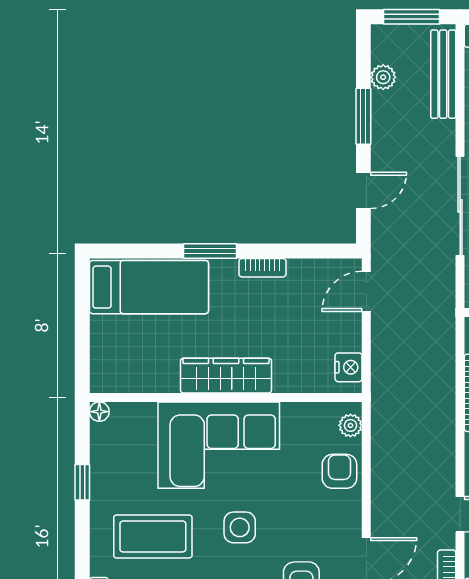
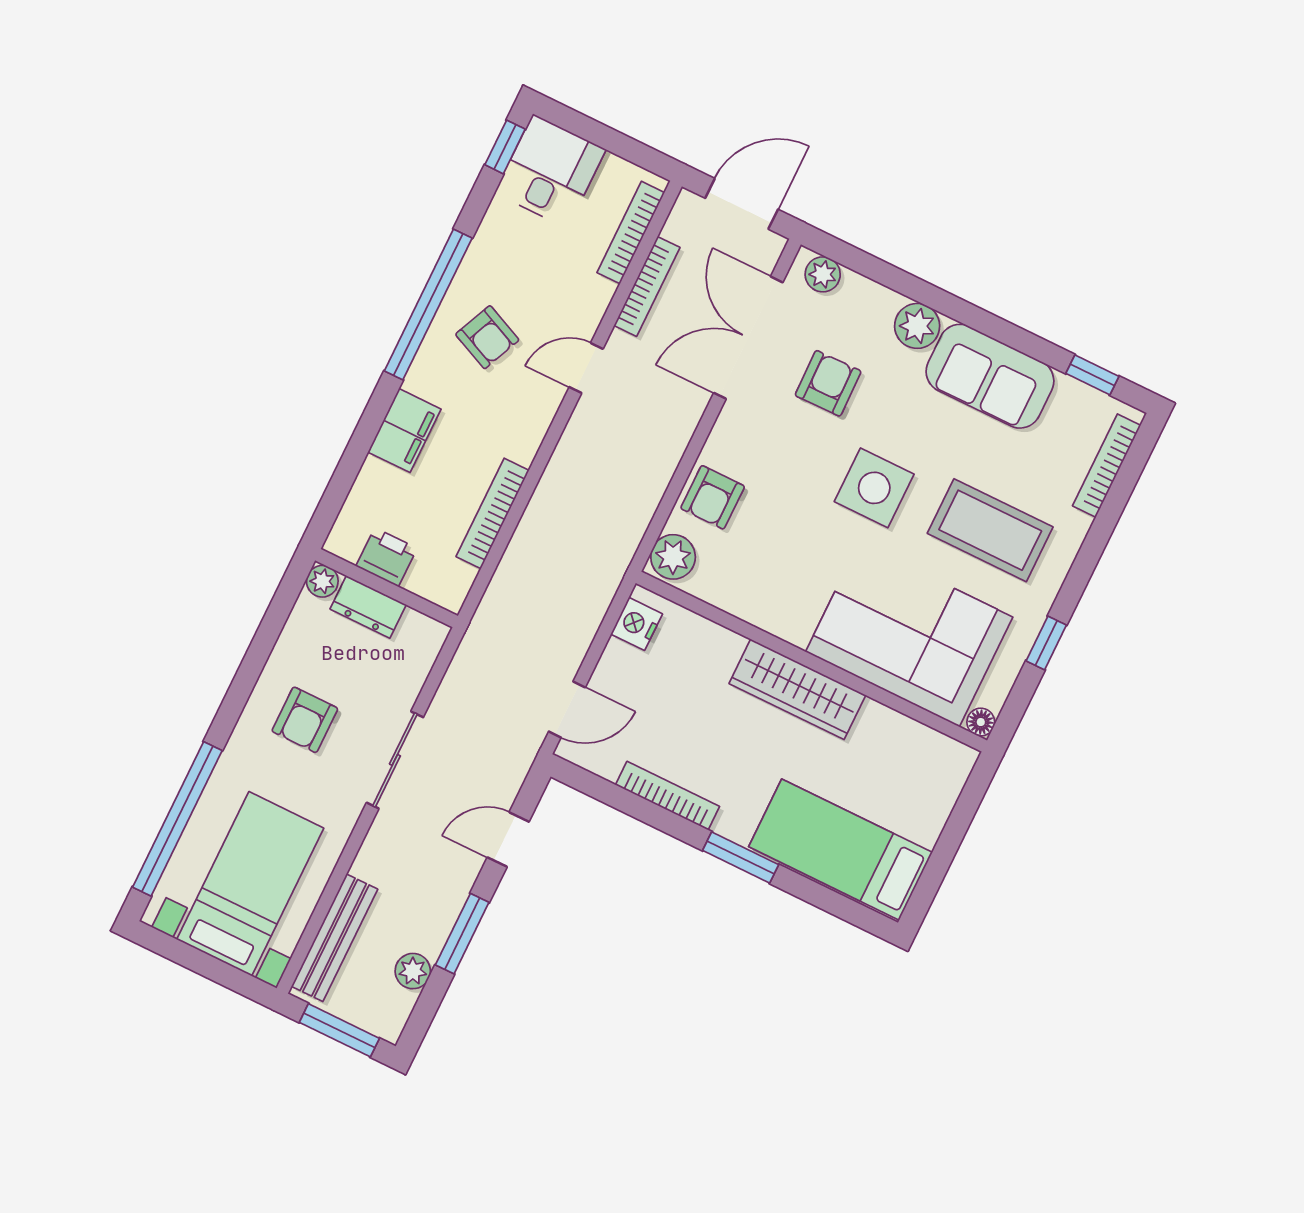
sliding door: (460, 206) -> (395, 760), width x0.73
bookcase: (262, 268) -> (668, 796), width x1.56
plant: (350, 425) -> (673, 557), width x1.38, depth x1.38
corner sofa: (219, 445) -> (909, 634), moved
side table: (240, 527) -> (874, 488), width x1.37, depth x1.37

